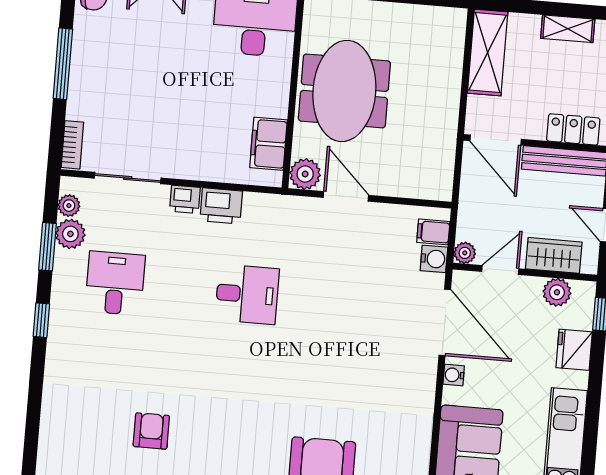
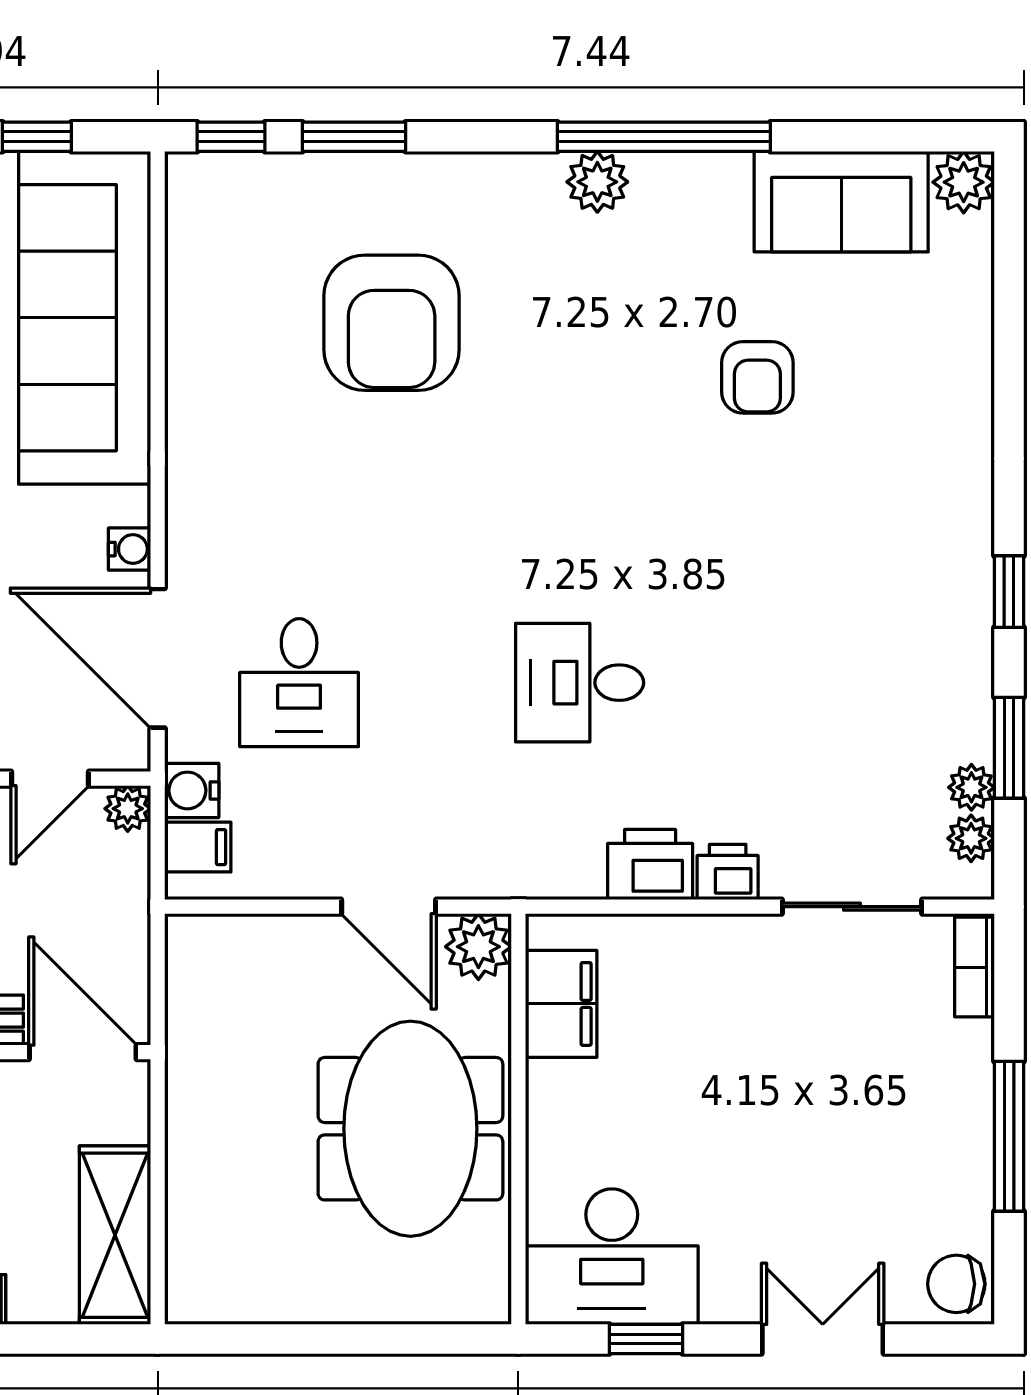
plant: (70, 234) -> (971, 787), width x0.73, depth x0.73
desk: (115, 283) -> (299, 683), moved

